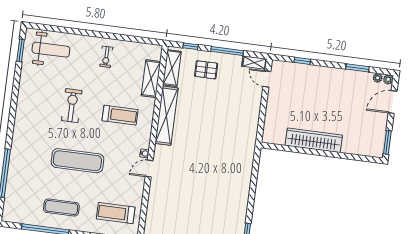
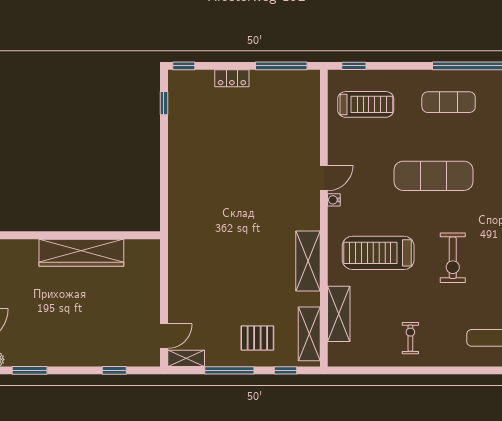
door: (267, 79) -> (164, 336), hinge flipped
treadmill: (120, 115) -> (378, 253), width x1.37, depth x1.38
shelving: (167, 116) -> (308, 261), width x0.68

